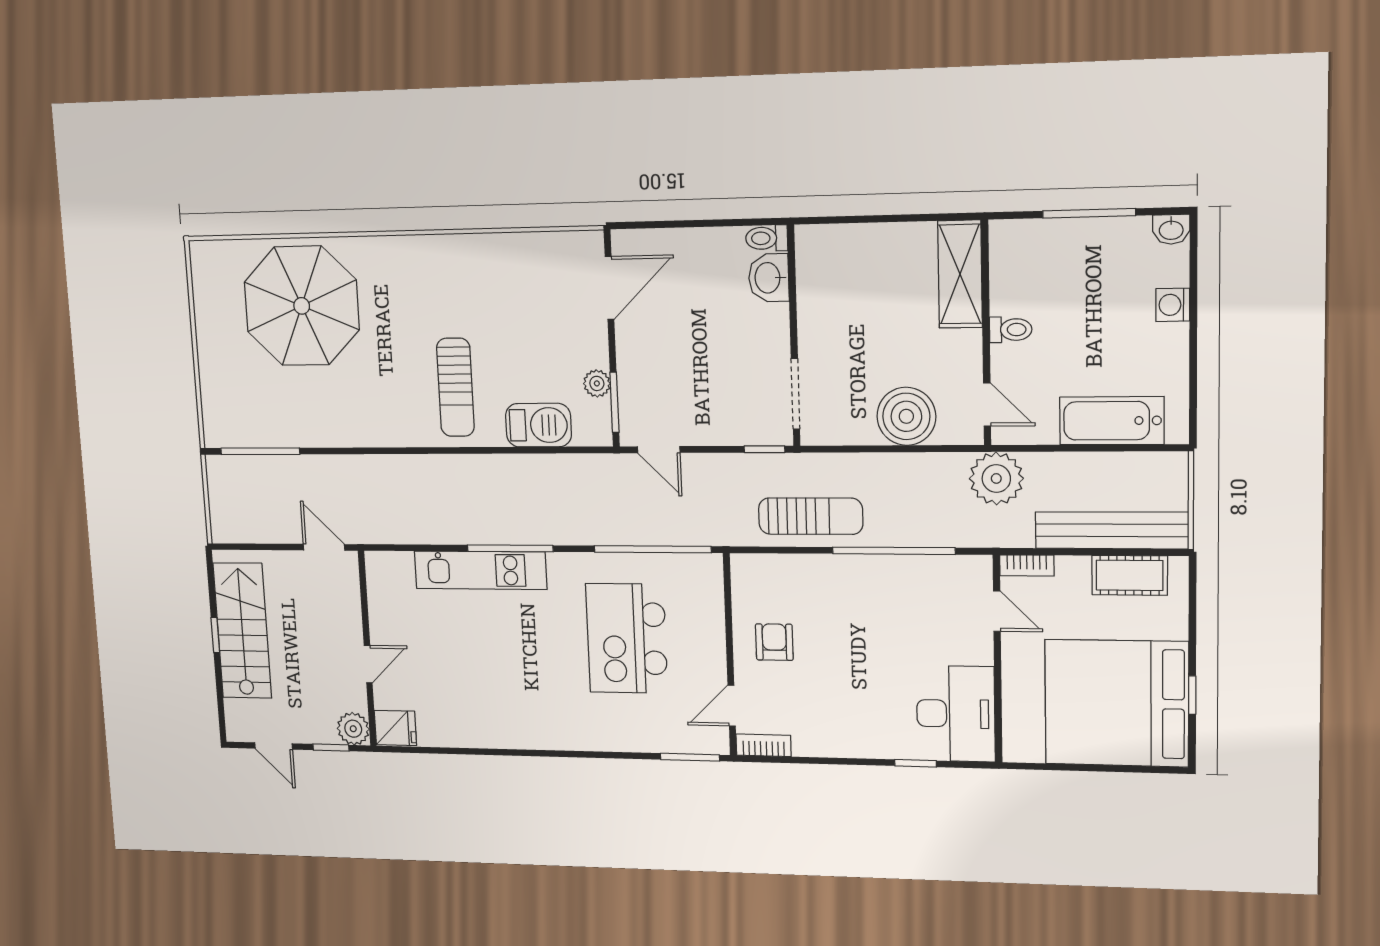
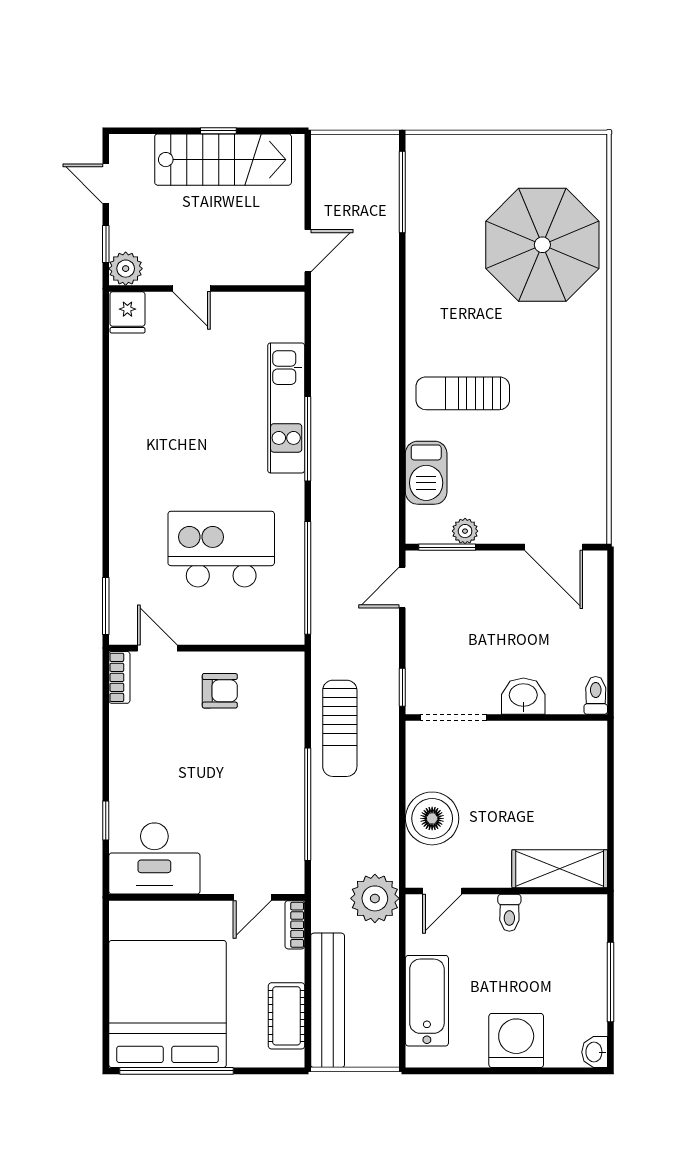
washbasin: (769, 278) -> (523, 696), moved
washing machine: (1173, 305) -> (516, 1041), width x1.89, depth x1.89
window: (1192, 695) -> (177, 1071), width x3.17
door: (274, 746) -> (106, 184), hinge flipped

